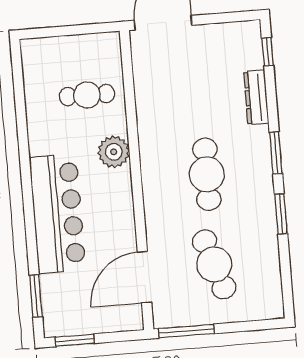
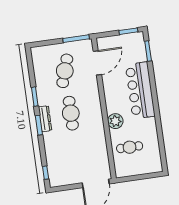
dresser: (256, 98) -> (45, 119), moved
cafe table: (214, 264) -> (65, 71), turned 36

